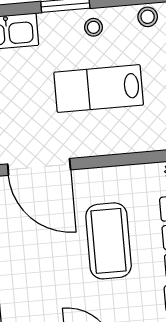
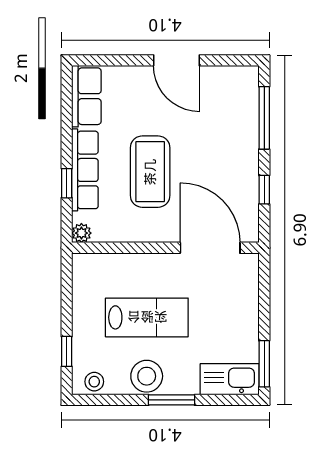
stool: (93, 27) -> (147, 376), width x1.89, depth x1.89

